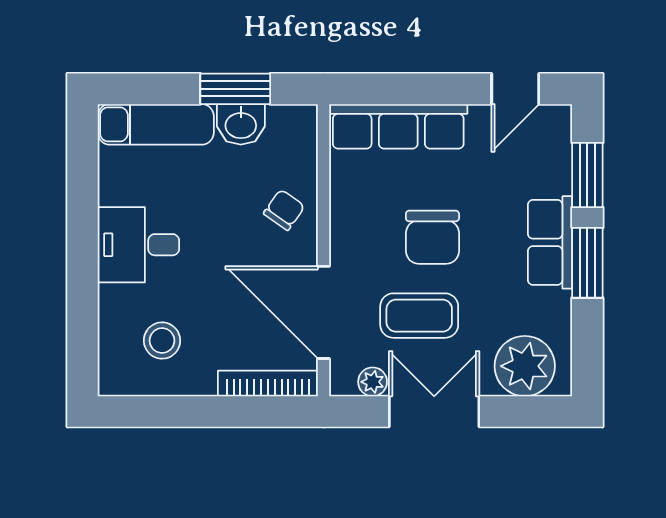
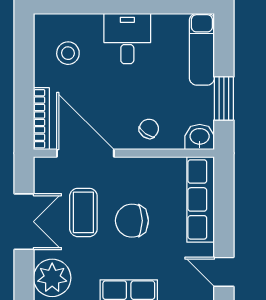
washbasin: (241, 124) -> (200, 137), moved, turned 90
chair: (284, 210) -> (149, 129), turned -90
door: (324, 312) -> (85, 153), hinge flipped
plant: (373, 382) -> (42, 184), removed

